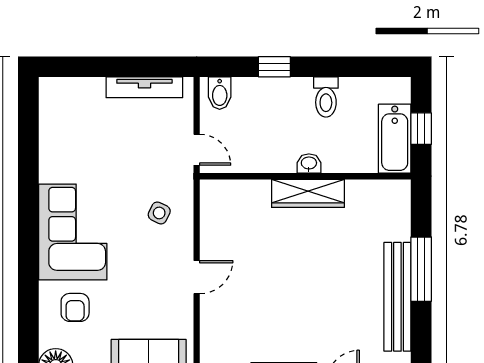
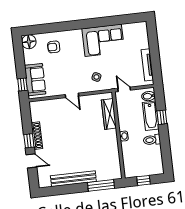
bathtub: (395, 139) -> (151, 116), moved, turned -90
door: (197, 150) -> (124, 89), swing flipped
wardrobe: (308, 193) -> (109, 114), moved
corner sofa: (73, 232) -> (103, 40), moved
window: (421, 269) -> (101, 185), moved

